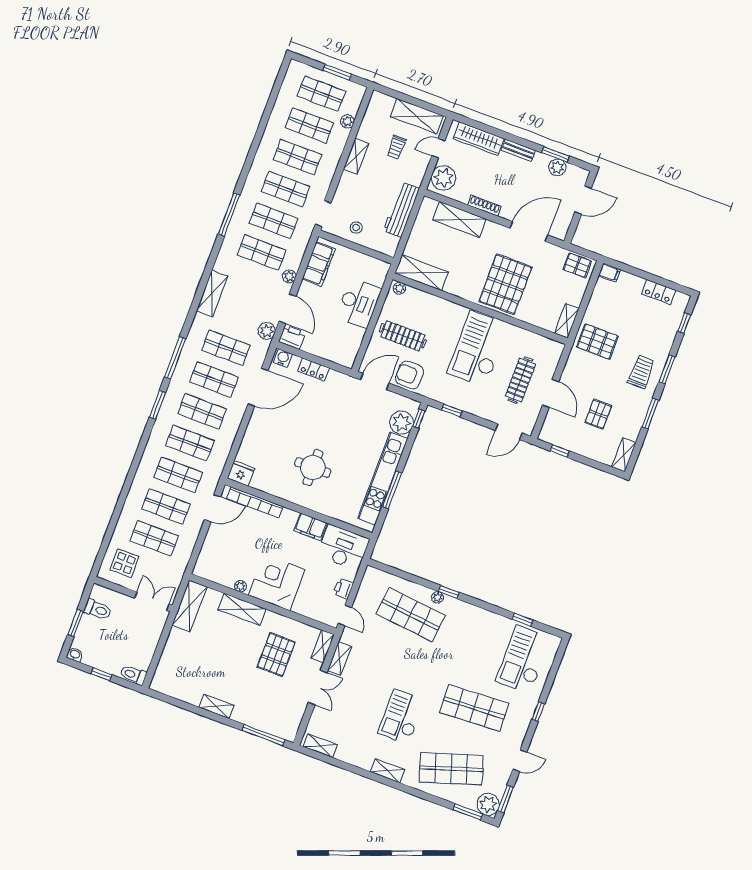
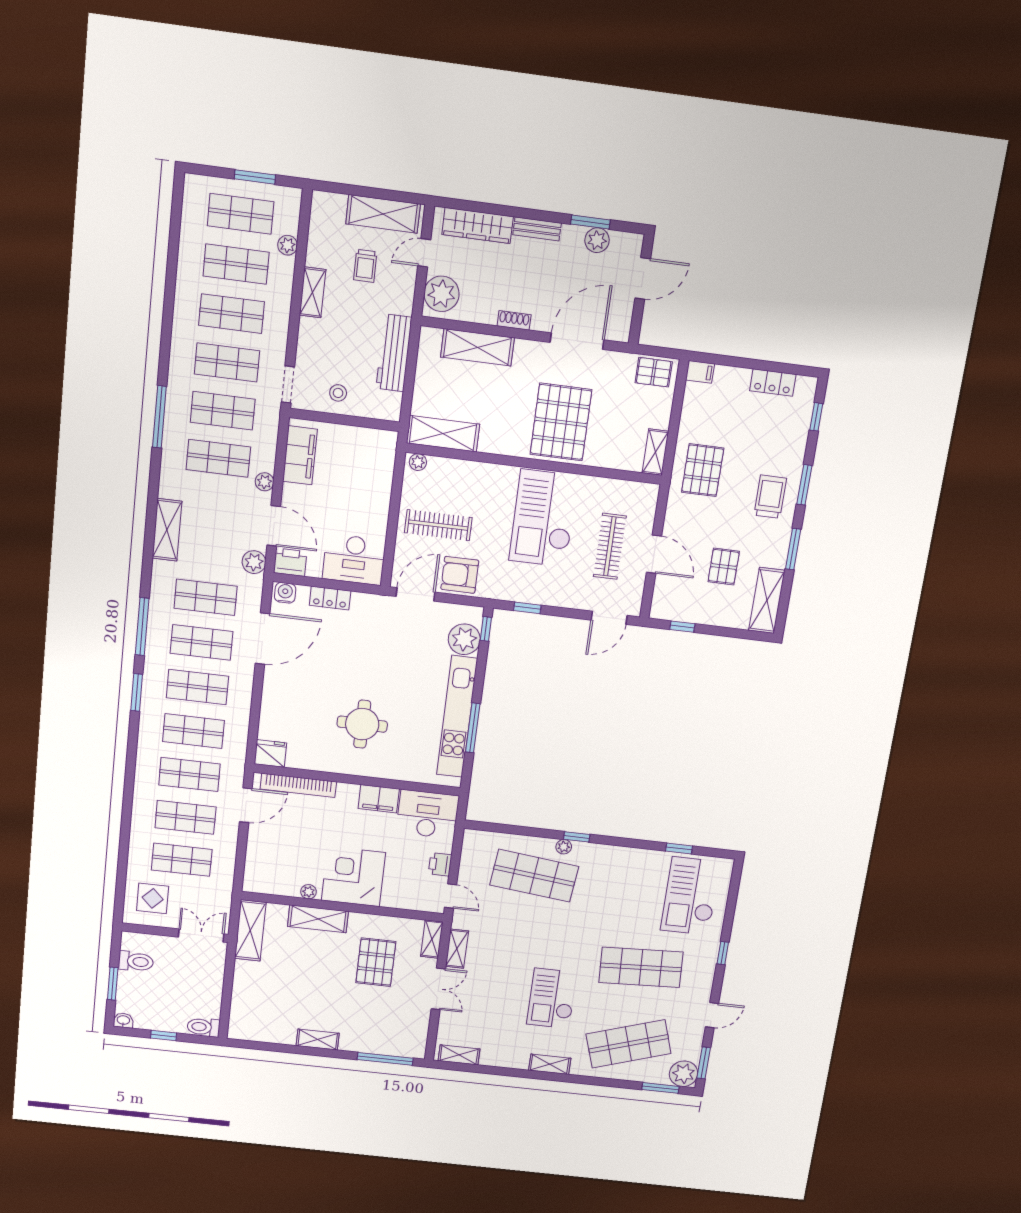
shoe rack: (484, 206) -> (514, 320), width x0.70
desk: (359, 303) -> (354, 560), moved, turned 90
pallet: (597, 342) -> (703, 470), turned 90
shelving: (624, 455) -> (767, 600), width x1.50, depth x1.33

